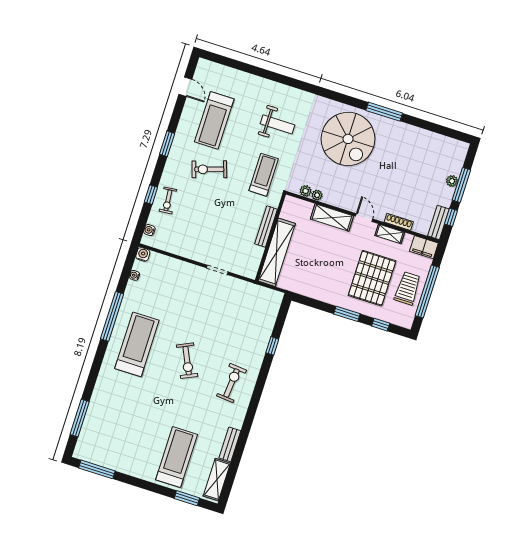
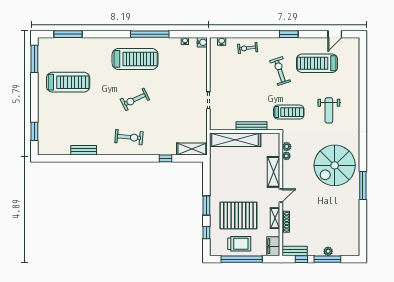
window: (151, 195) -> (248, 34), removed
treadmill: (177, 457) -> (68, 82), moved
shelving: (217, 480) -> (192, 149), moved

